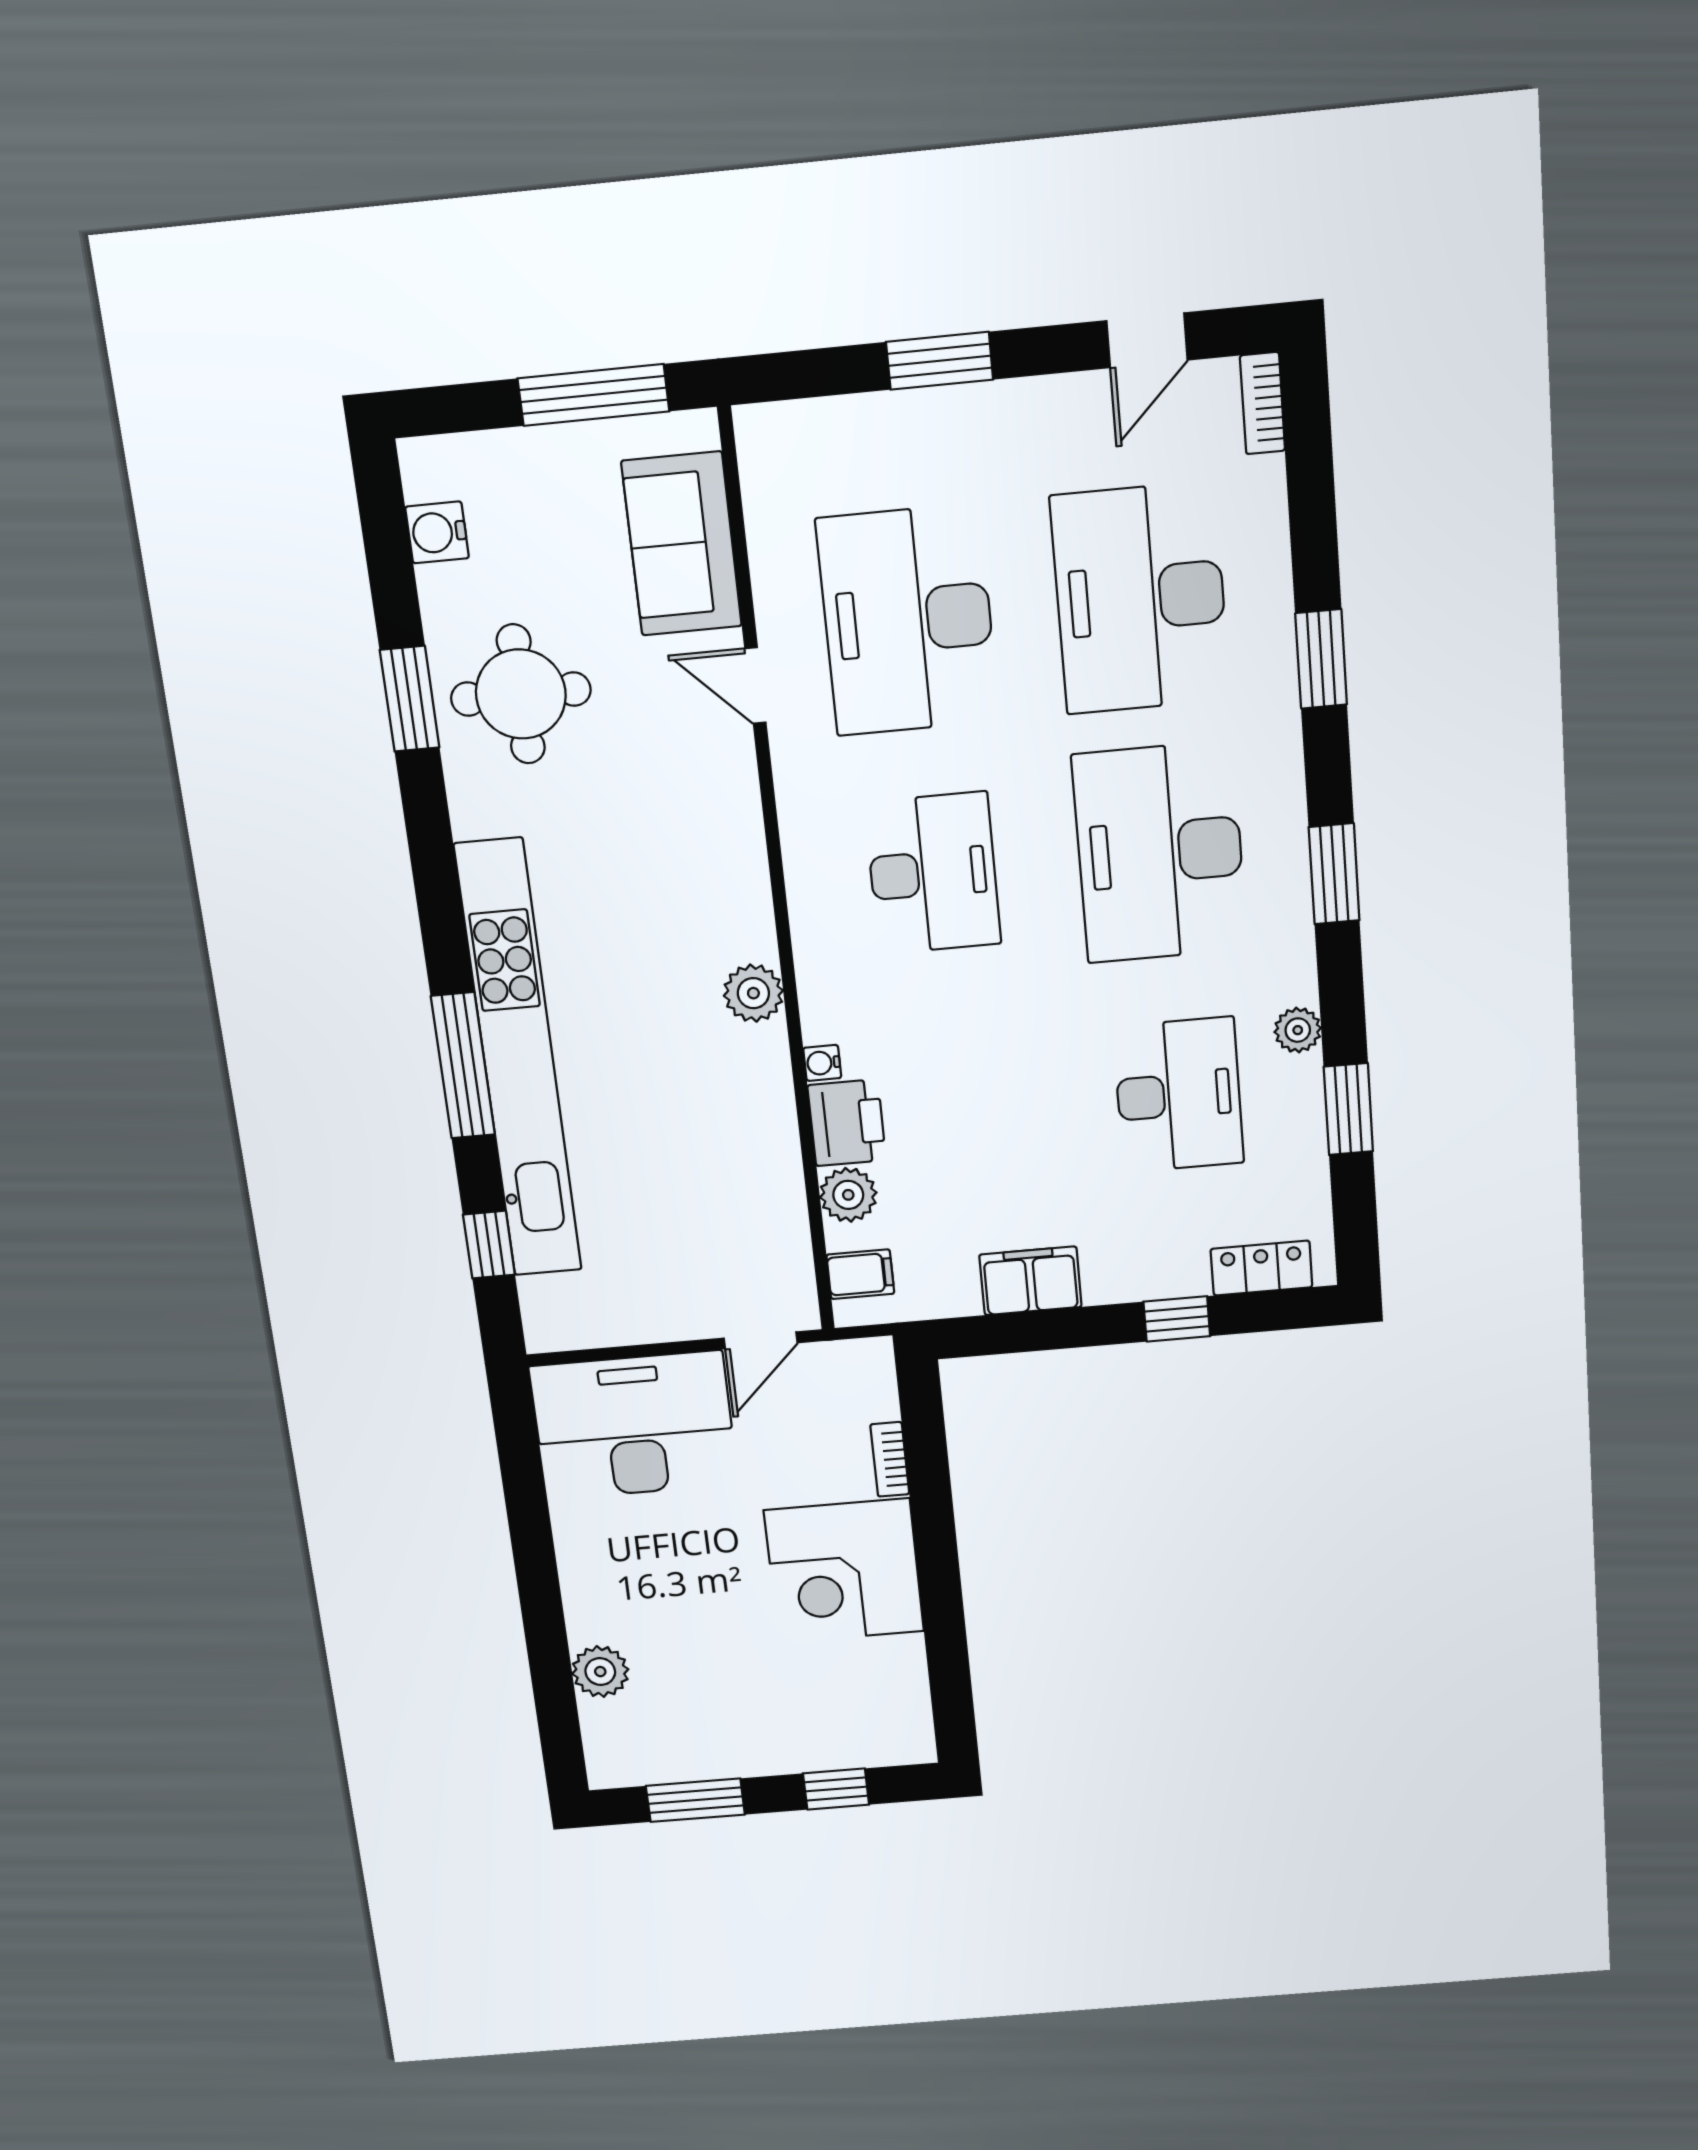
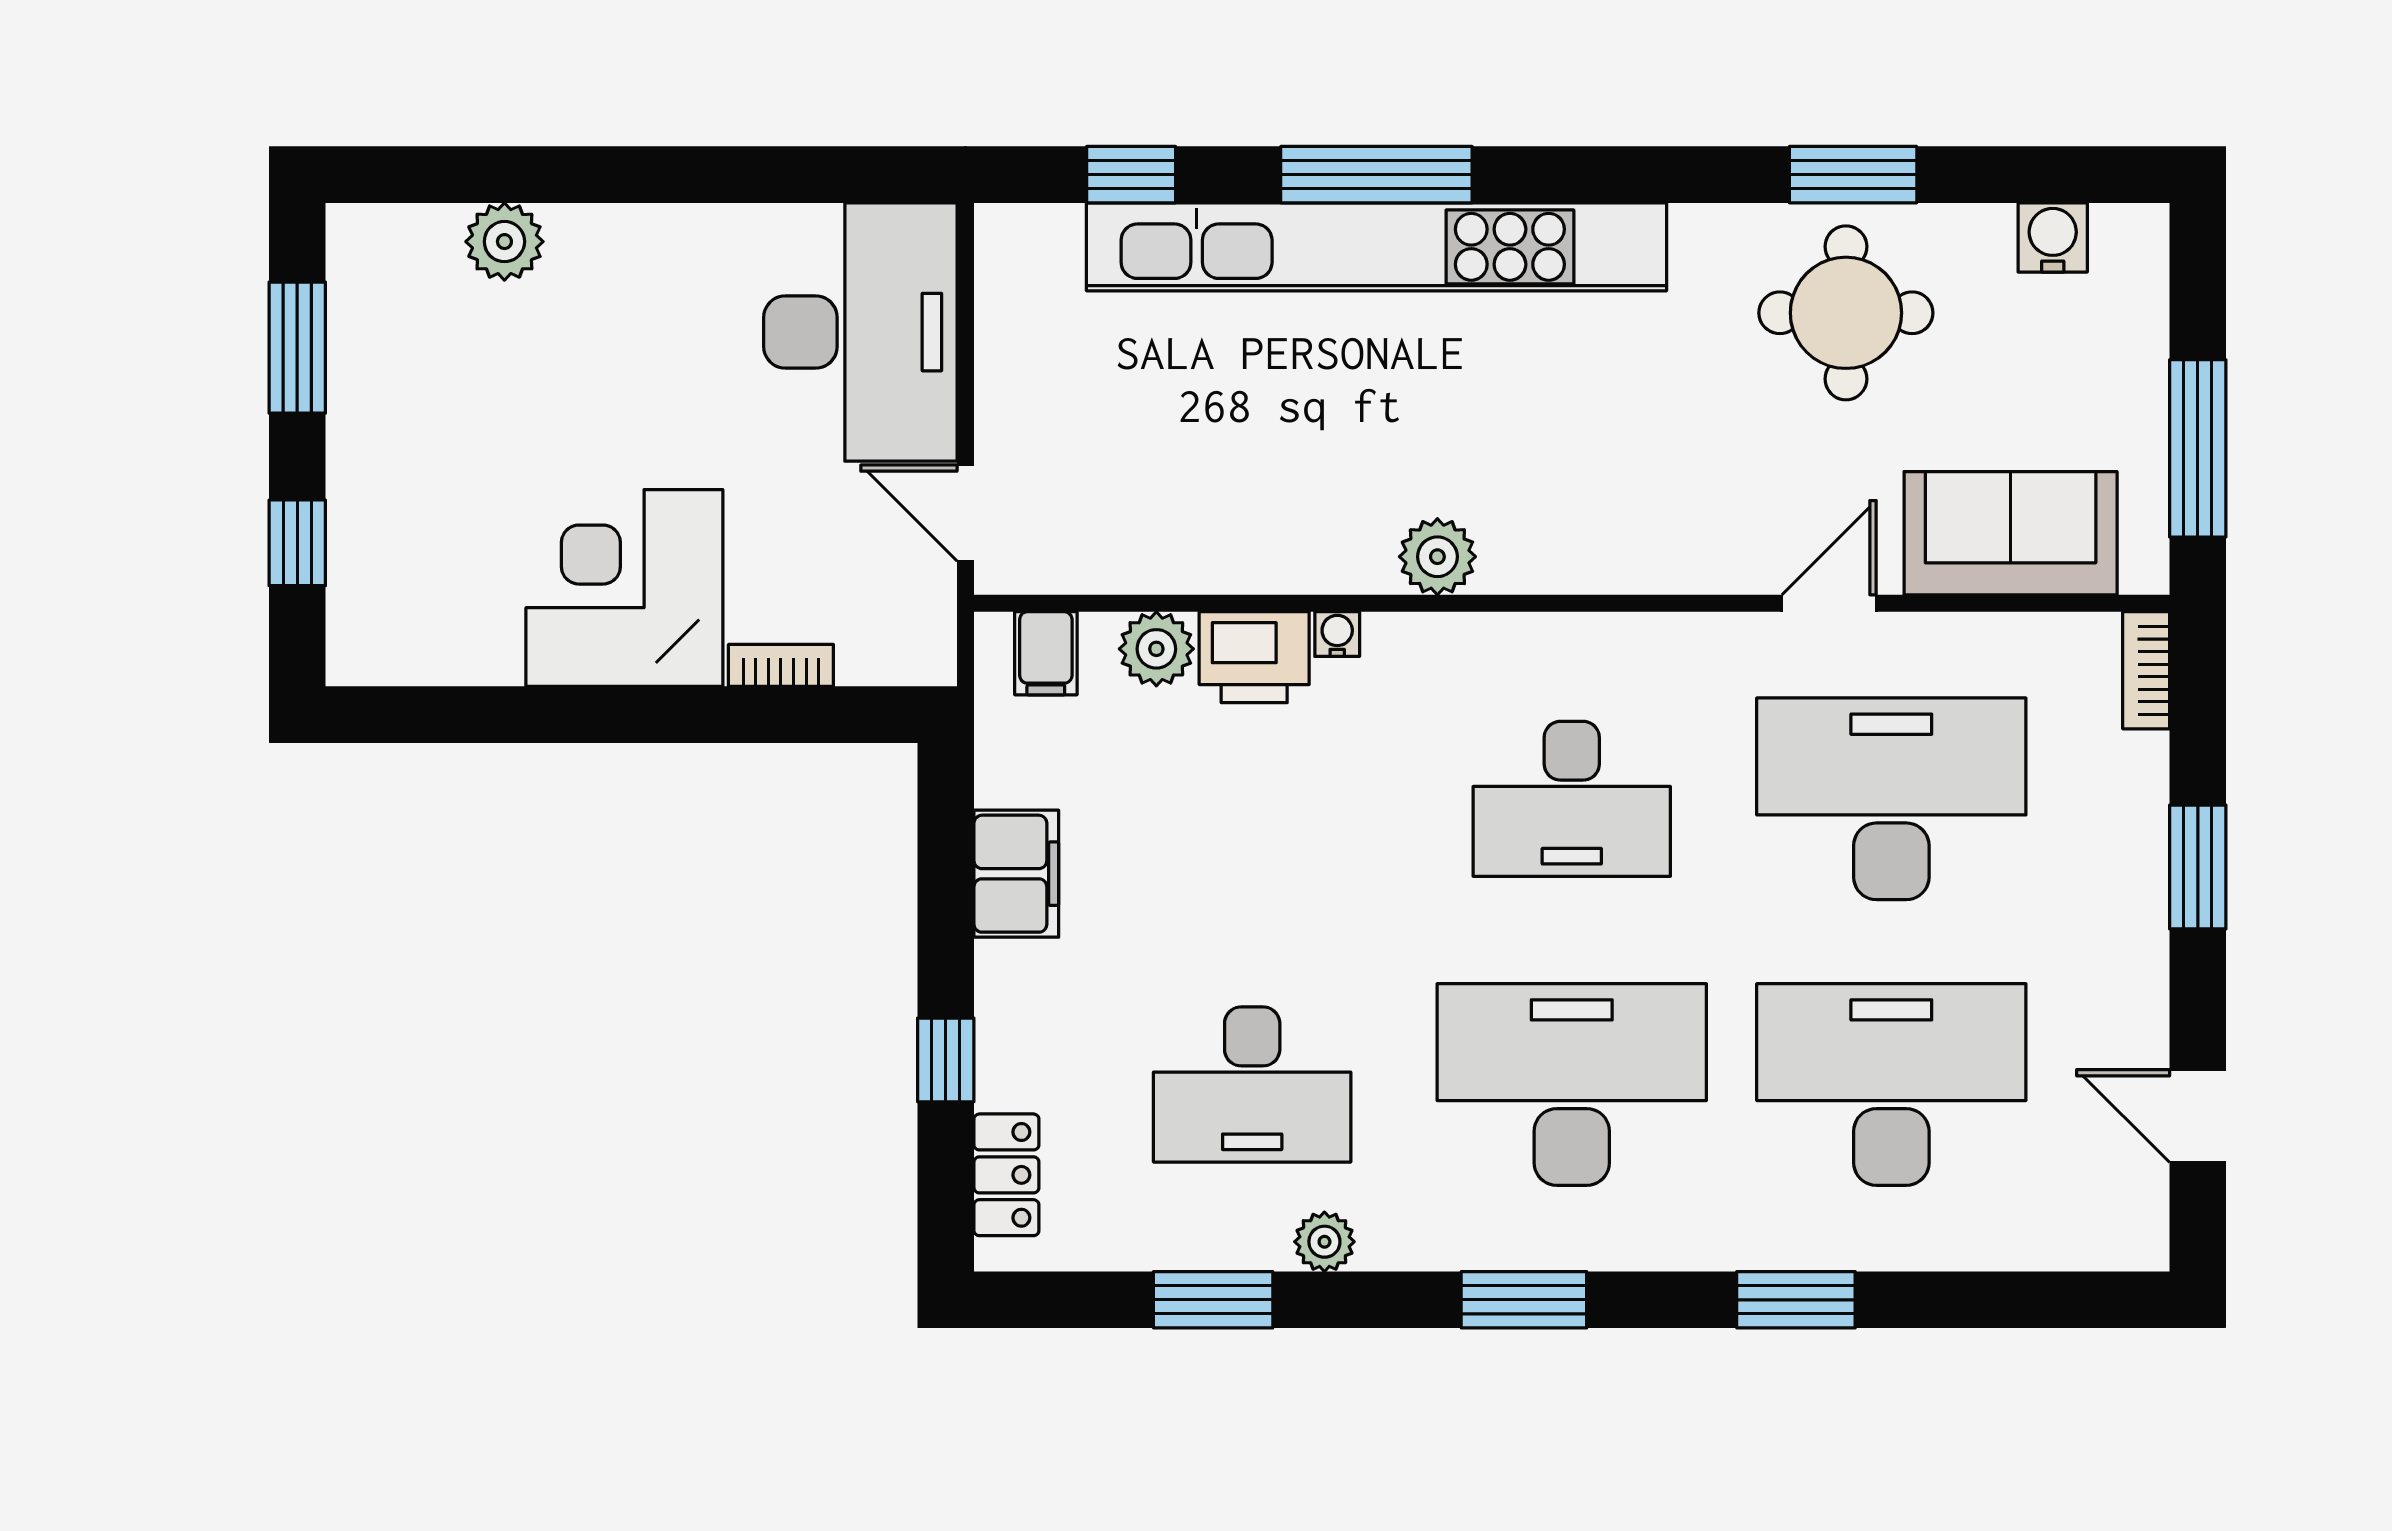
bookcase: (1262, 403) -> (2146, 670), moved, turned -90

